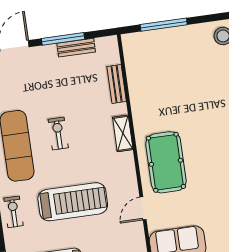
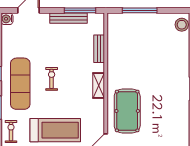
window: (63, 39) -> (80, 10), moved
bench: (76, 48) -> (68, 18), width x1.36

